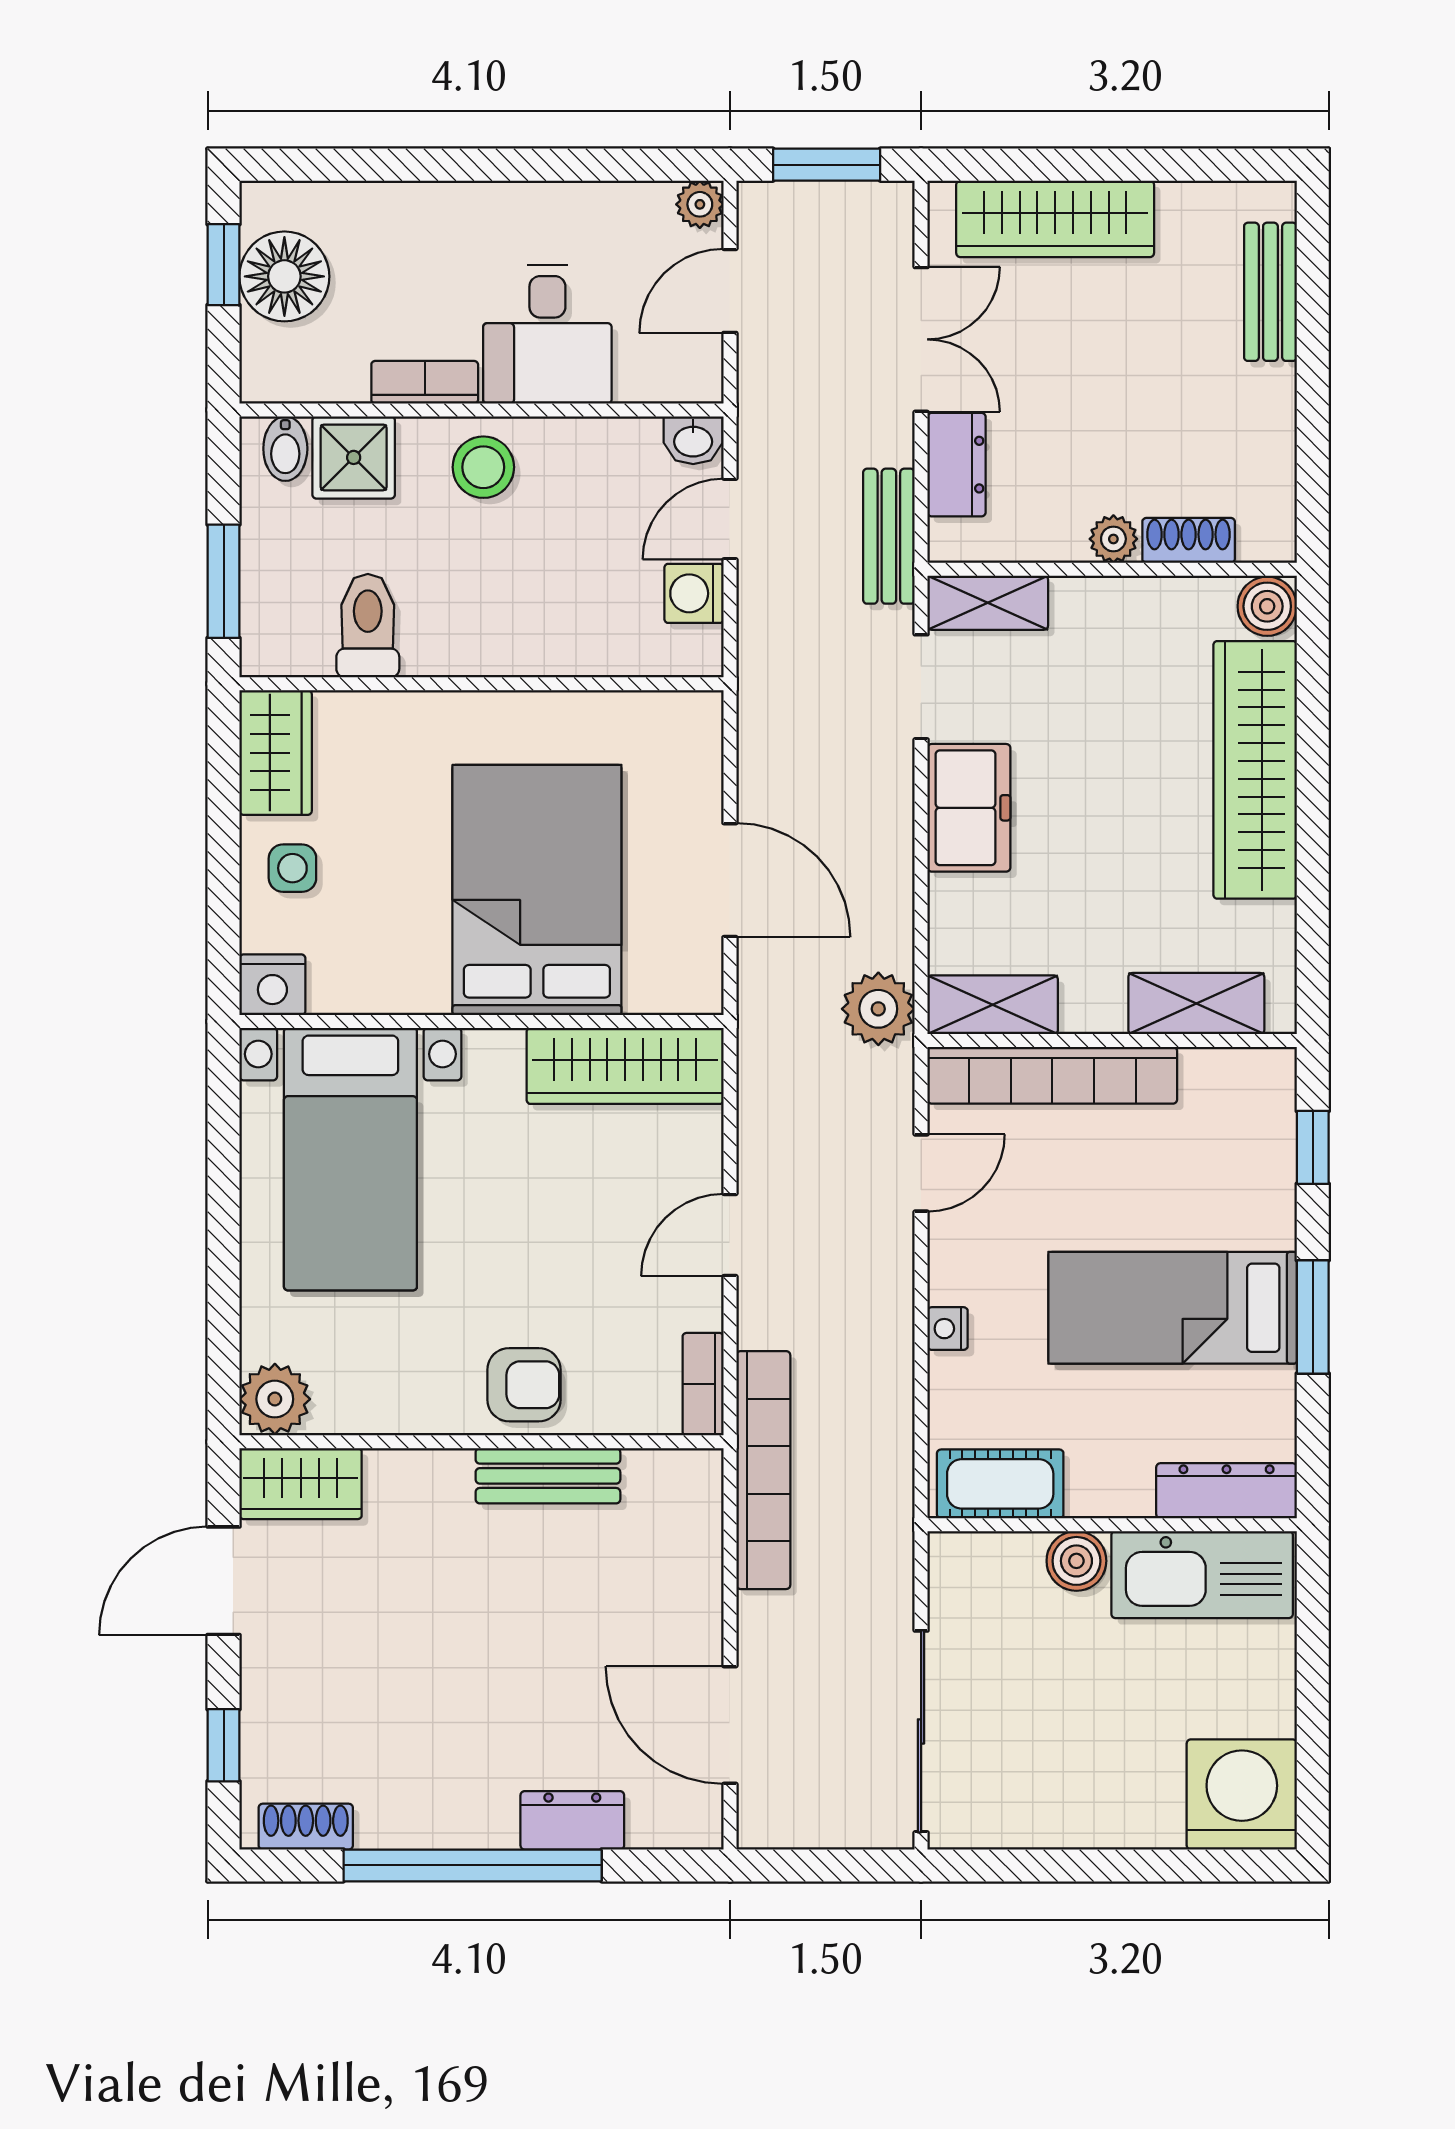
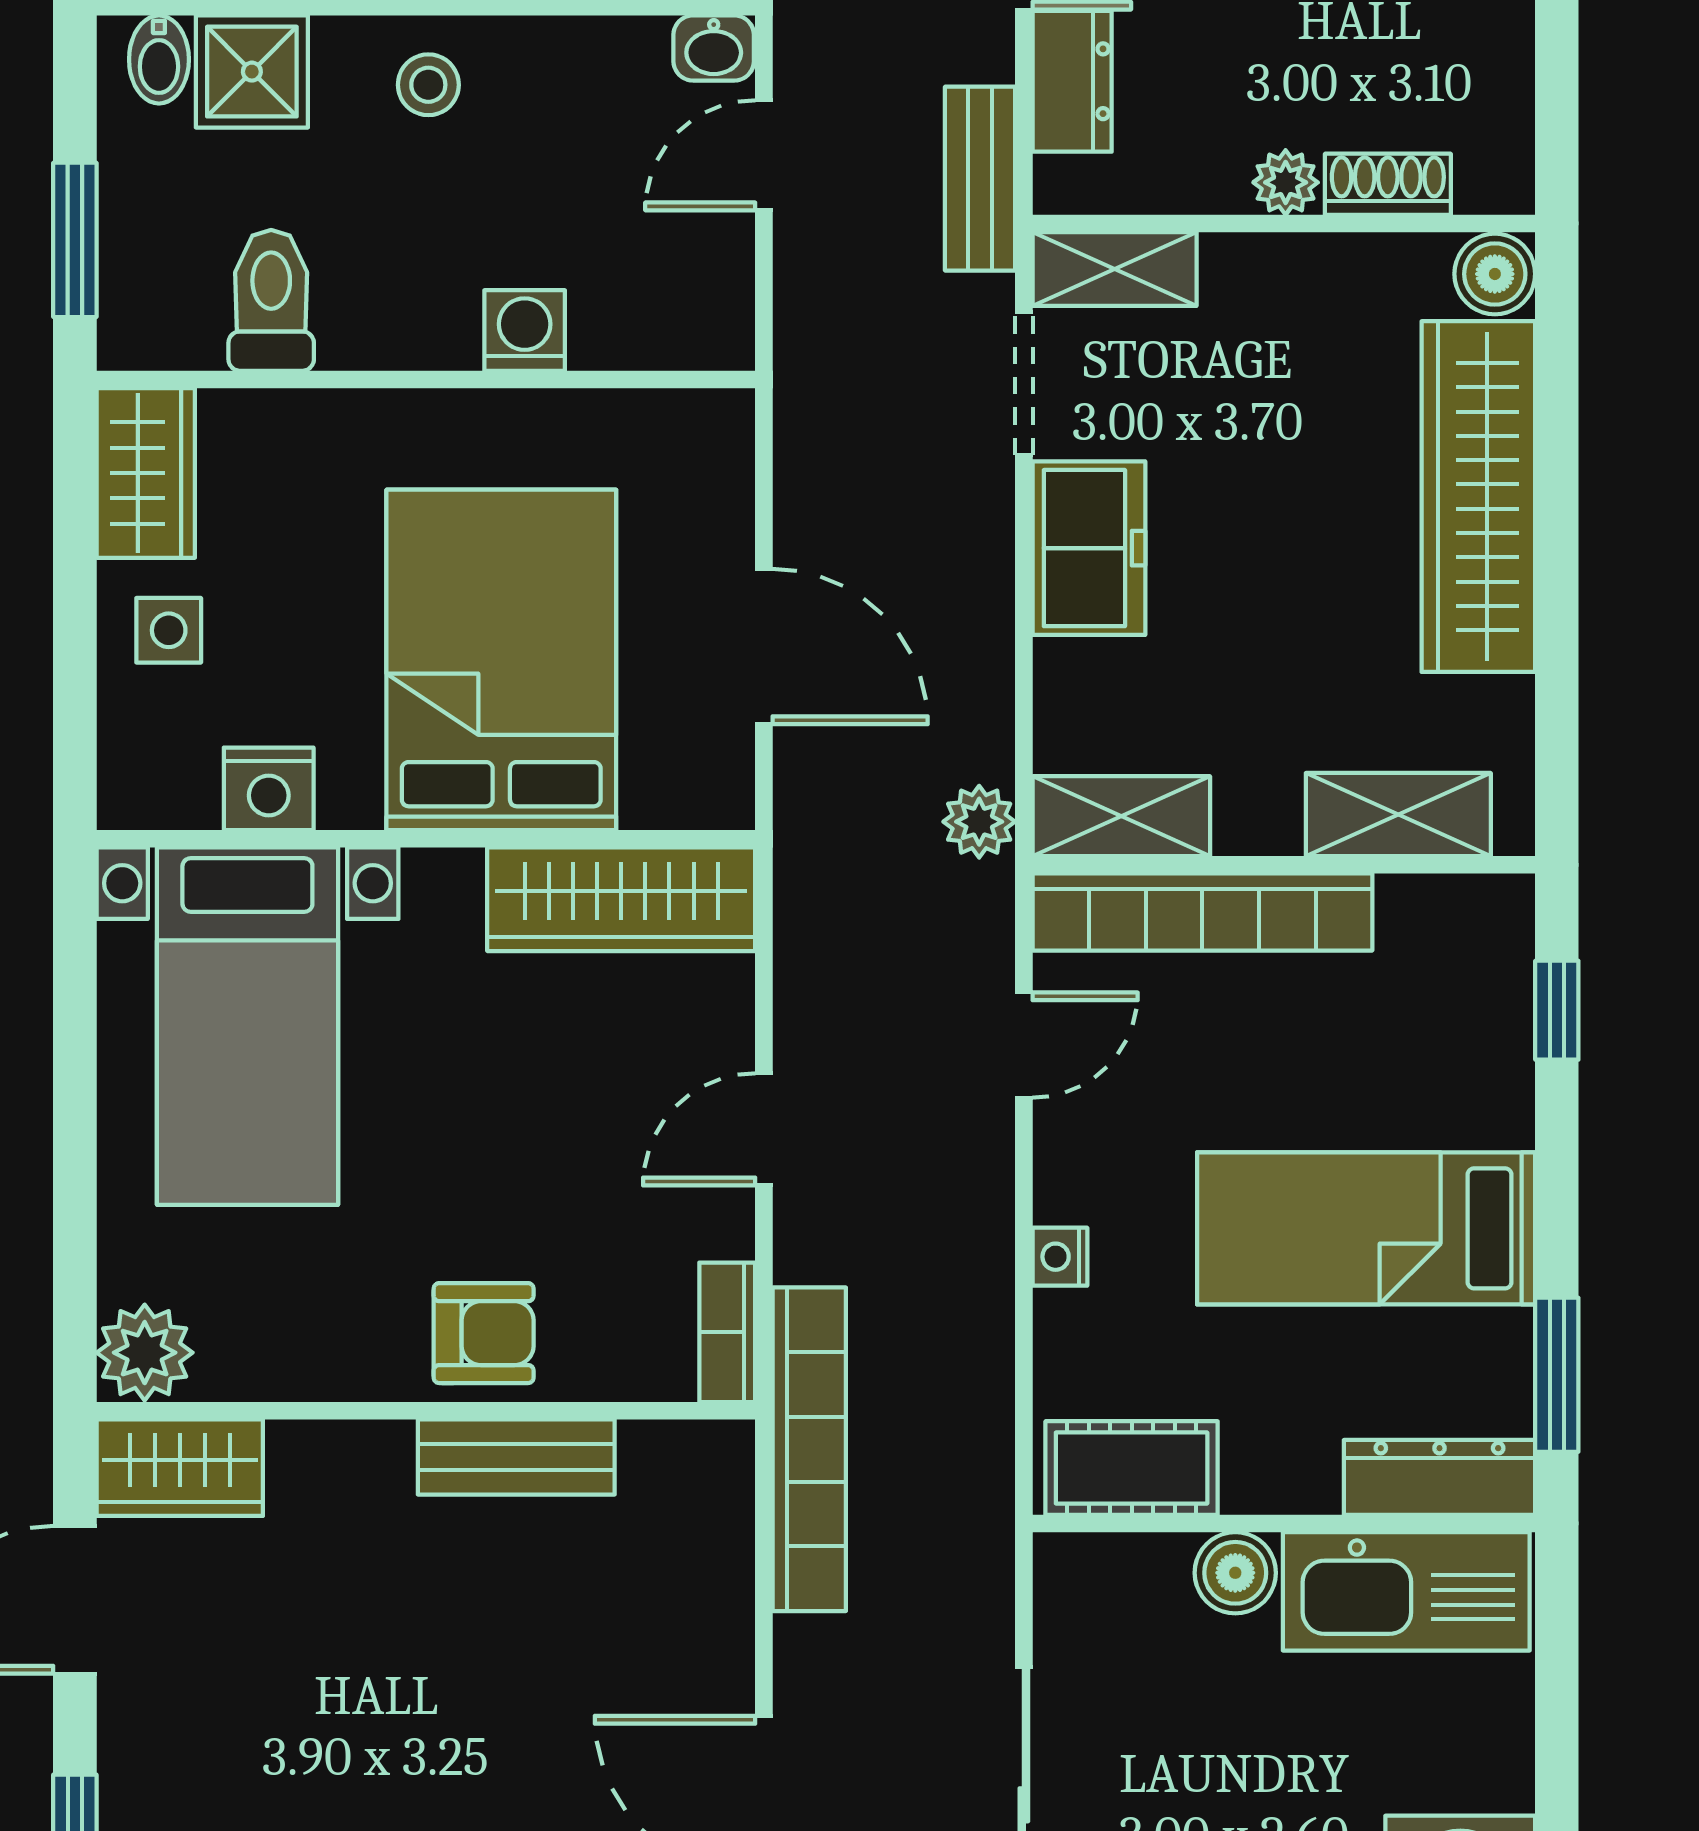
stool: (483, 467) -> (428, 85), width x0.73, depth x0.73
washing machine: (694, 593) -> (525, 331), moved, turned 90
nightstand: (272, 985) -> (269, 789), moved
plant: (878, 1009) -> (979, 822), width x0.73, depth x0.73
window: (1313, 1317) -> (1557, 1375), moved

